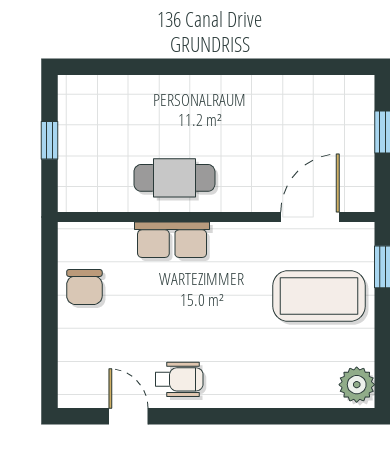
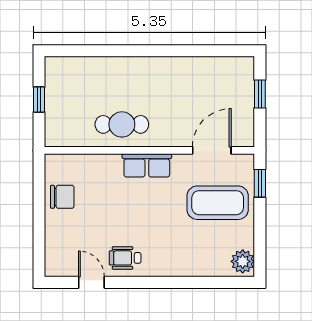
row of seats: (172, 240) -> (147, 165), moved
chair: (84, 287) -> (62, 197), turned -90
wheelchair: (179, 379) -> (125, 258), turned 180

